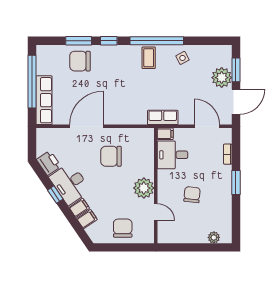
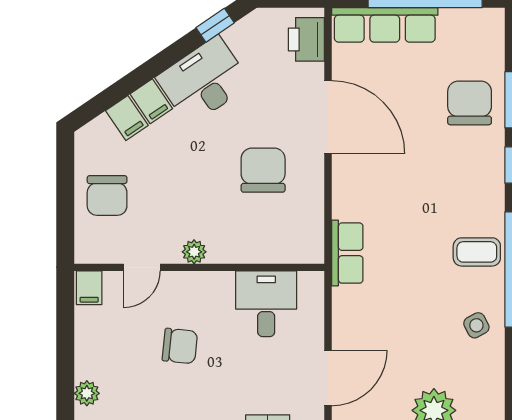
row of seats: (163, 117) -> (347, 253), moved
filing cabinet: (165, 134) -> (89, 288), moved
printer: (49, 163) -> (306, 39), moved, turned 124
plant: (144, 188) -> (194, 252), width x0.53, depth x0.53
window: (55, 195) -> (215, 25), moved
chair: (123, 228) -> (107, 196), turned 90

